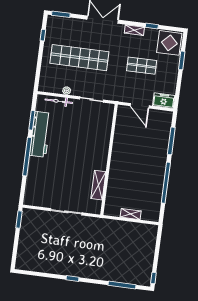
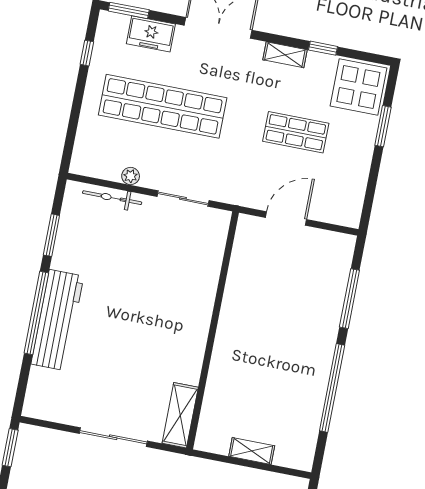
freezer: (164, 101) -> (151, 34), moved, turned 180
door: (140, 106) -> (286, 218), swing flipped
workbench: (40, 134) -> (57, 320), moved
shelving: (98, 185) -> (180, 415), moved

